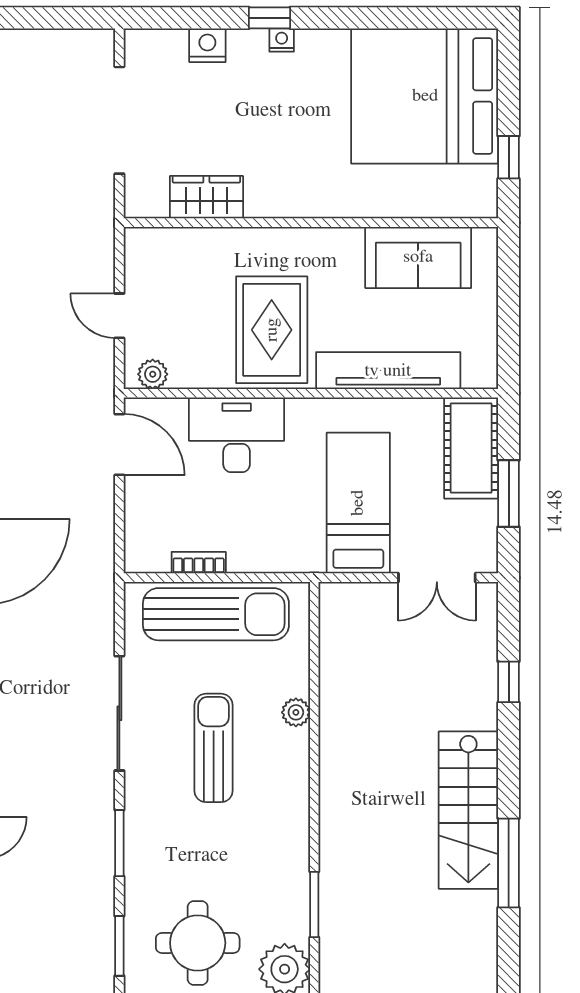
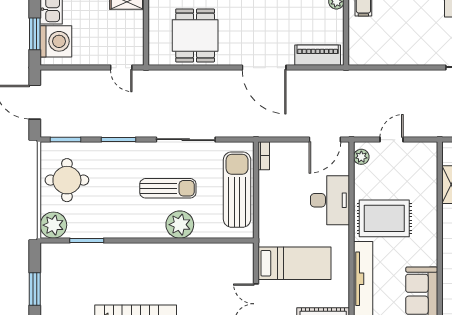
bookcase: (199, 563) -> (264, 156), moved
sun lounger: (216, 614) -> (237, 190), turned 180
plant: (296, 712) -> (180, 225), width x1.87, depth x1.87

